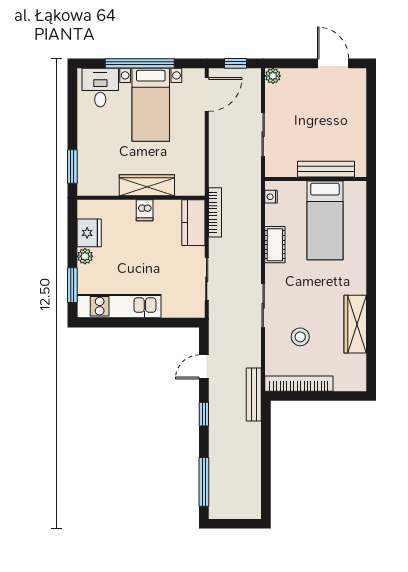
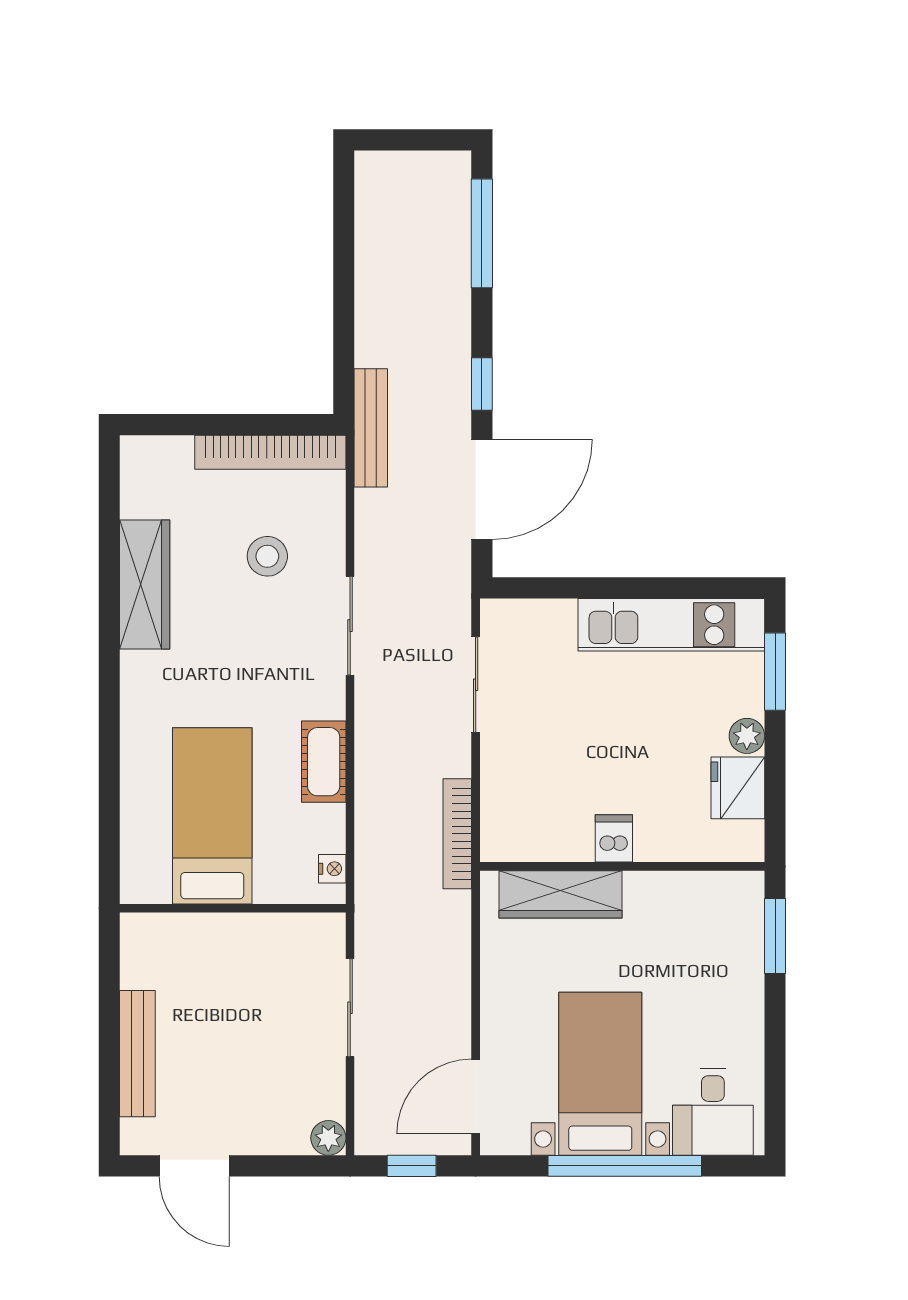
bench: (326, 169) -> (137, 1054), moved, turned 90
wardrobe: (147, 185) -> (561, 894), moved
kitchen counter: (193, 223) -> (505, 811), removed
door: (204, 367) -> (482, 489), width x1.88

